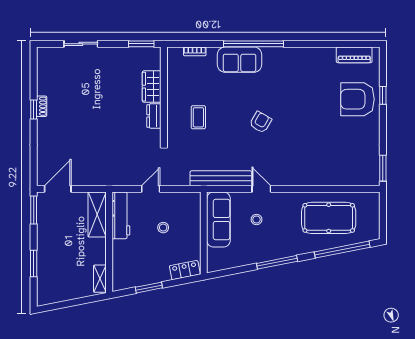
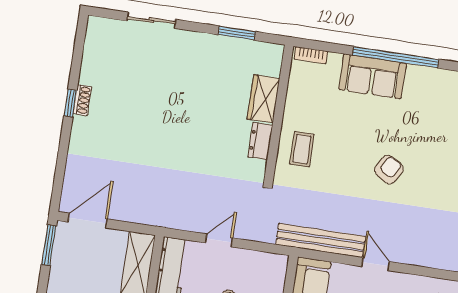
wardrobe: (152, 87) -> (263, 99), moved
wall: (164, 94) -> (279, 112), moved
dresser: (154, 116) -> (260, 141), moved

